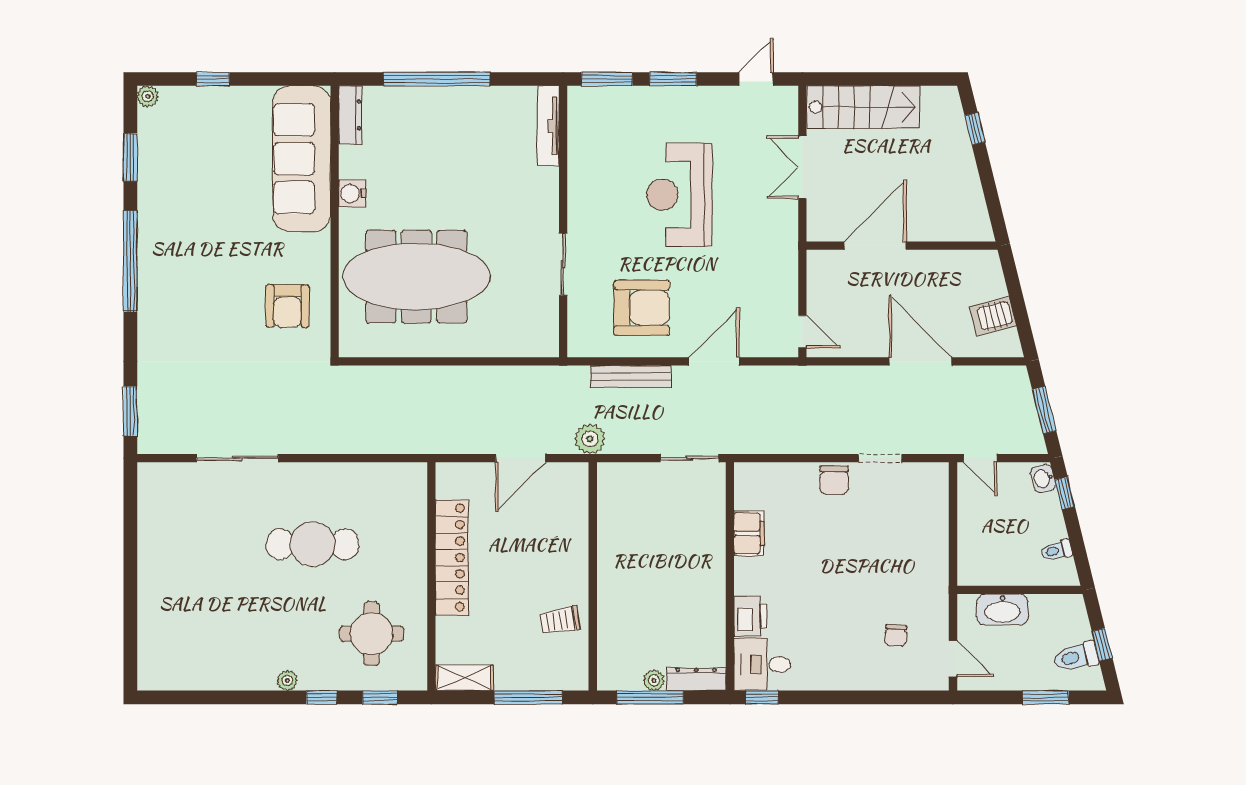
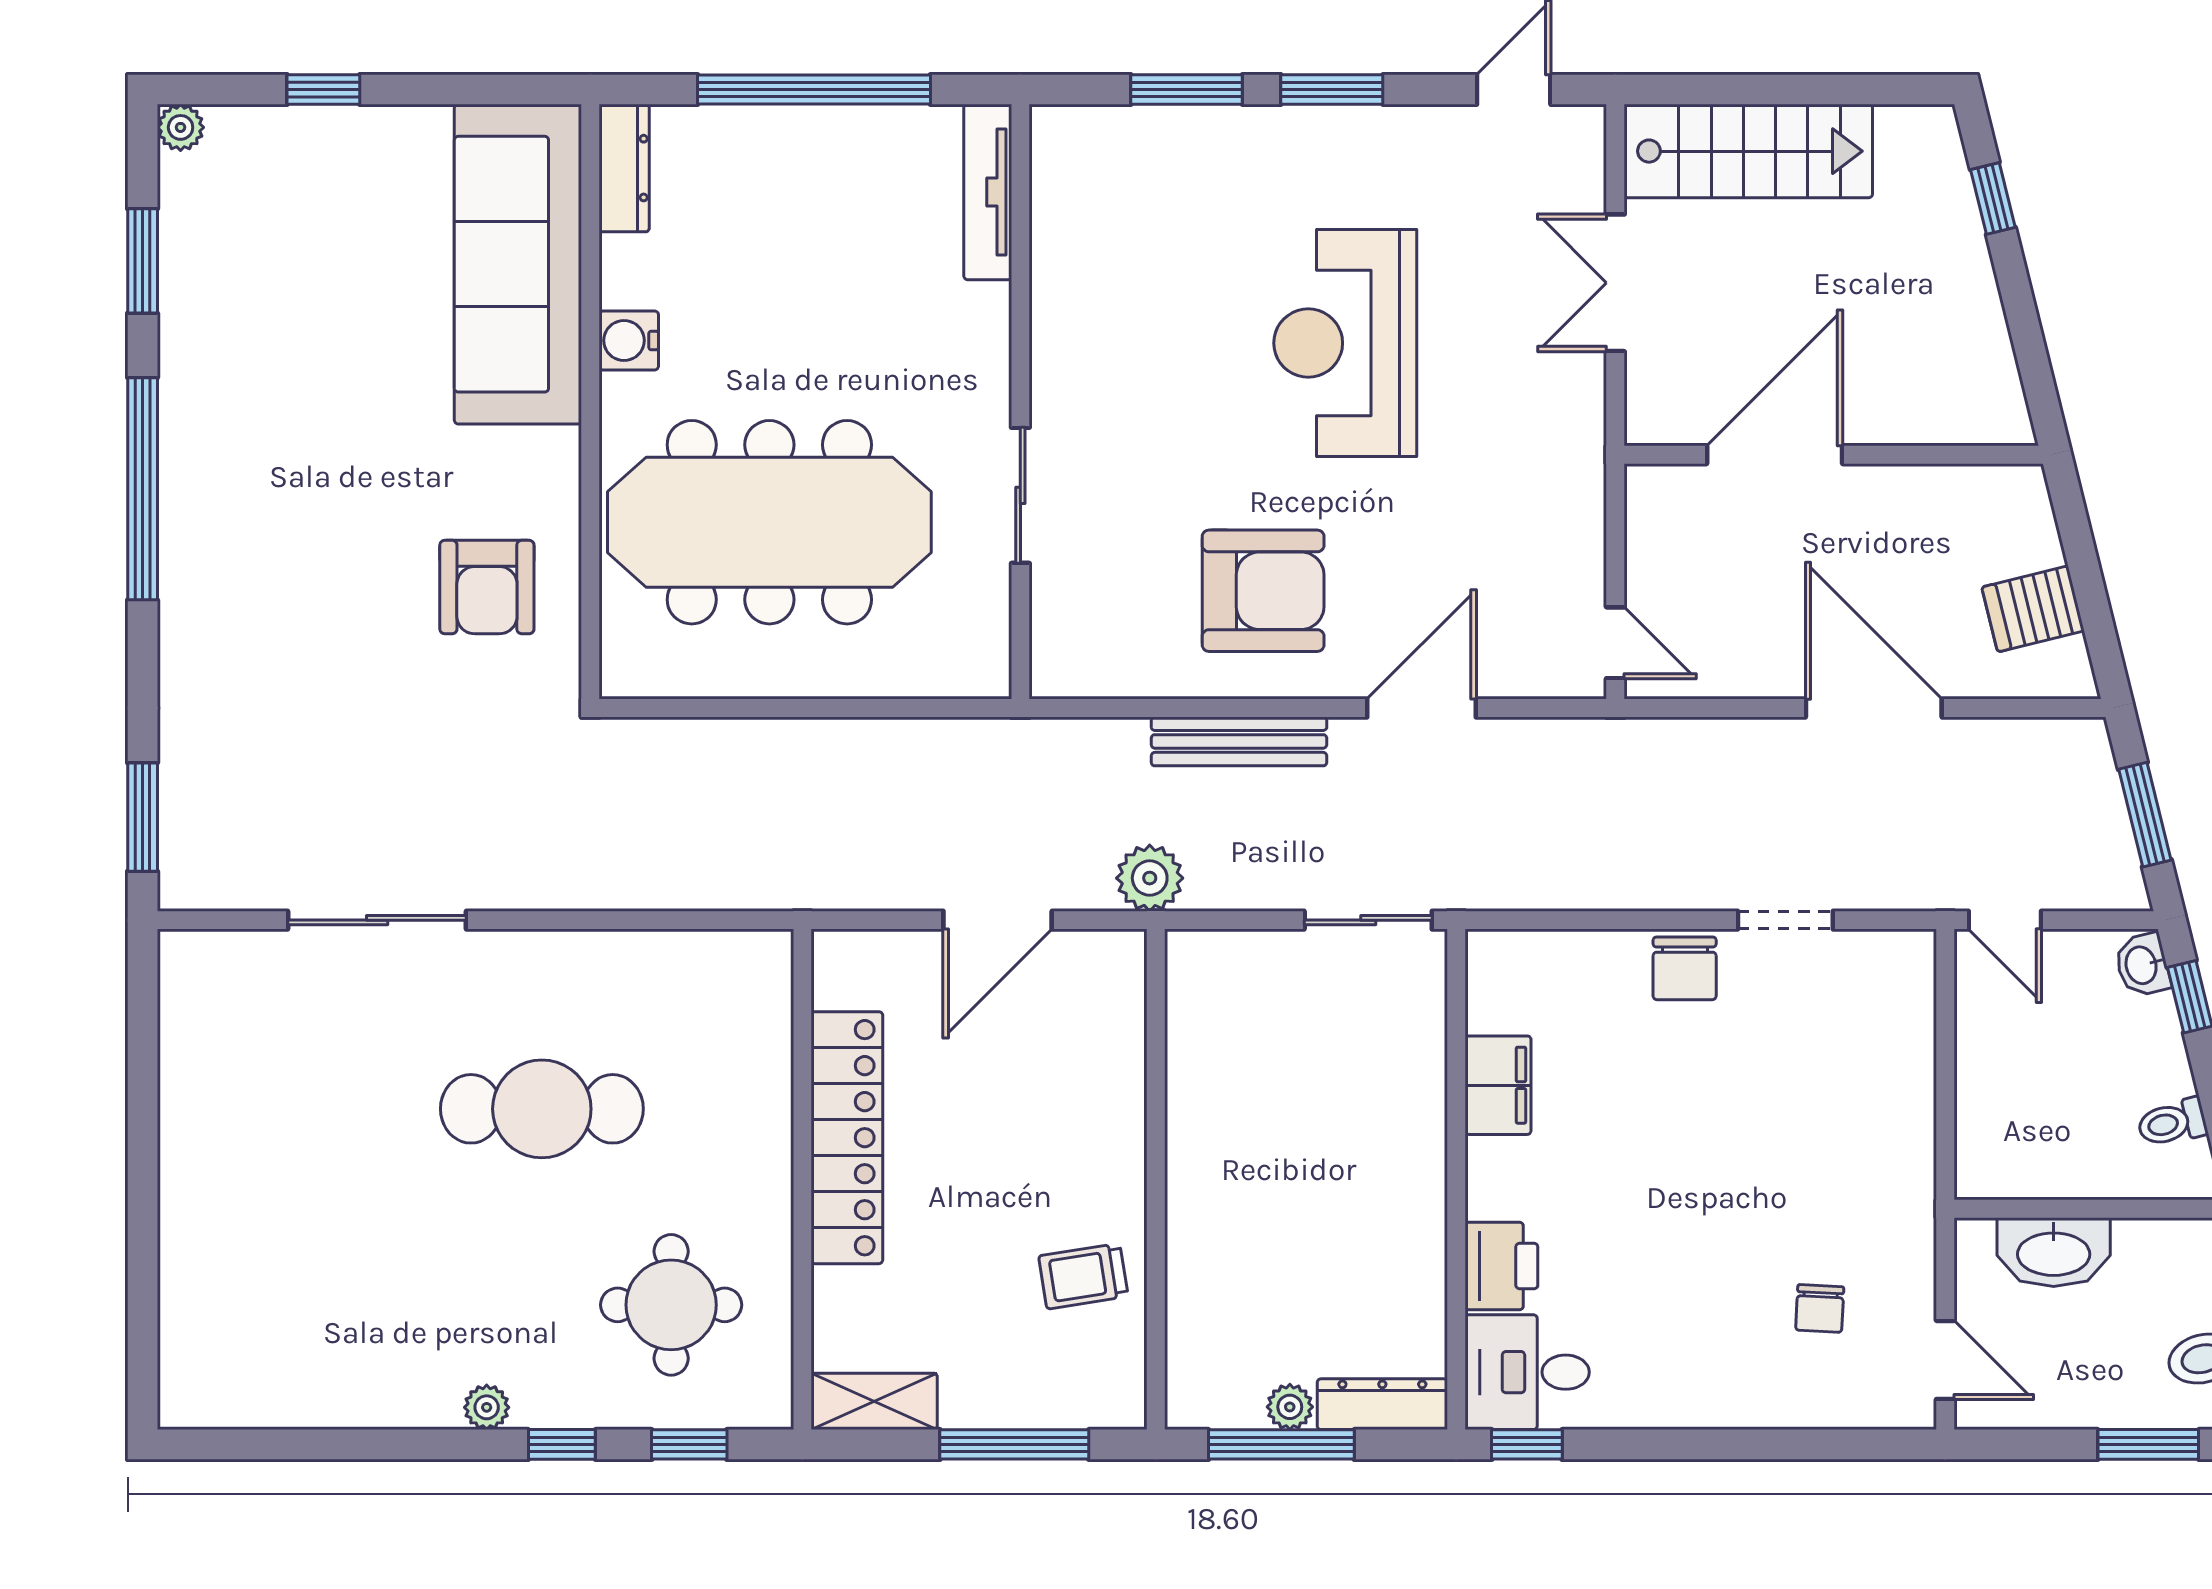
tv unit: (548, 126) -> (988, 192), moved
wall: (563, 222) -> (1020, 402), moved
sliding door: (563, 264) -> (1020, 495), moved

